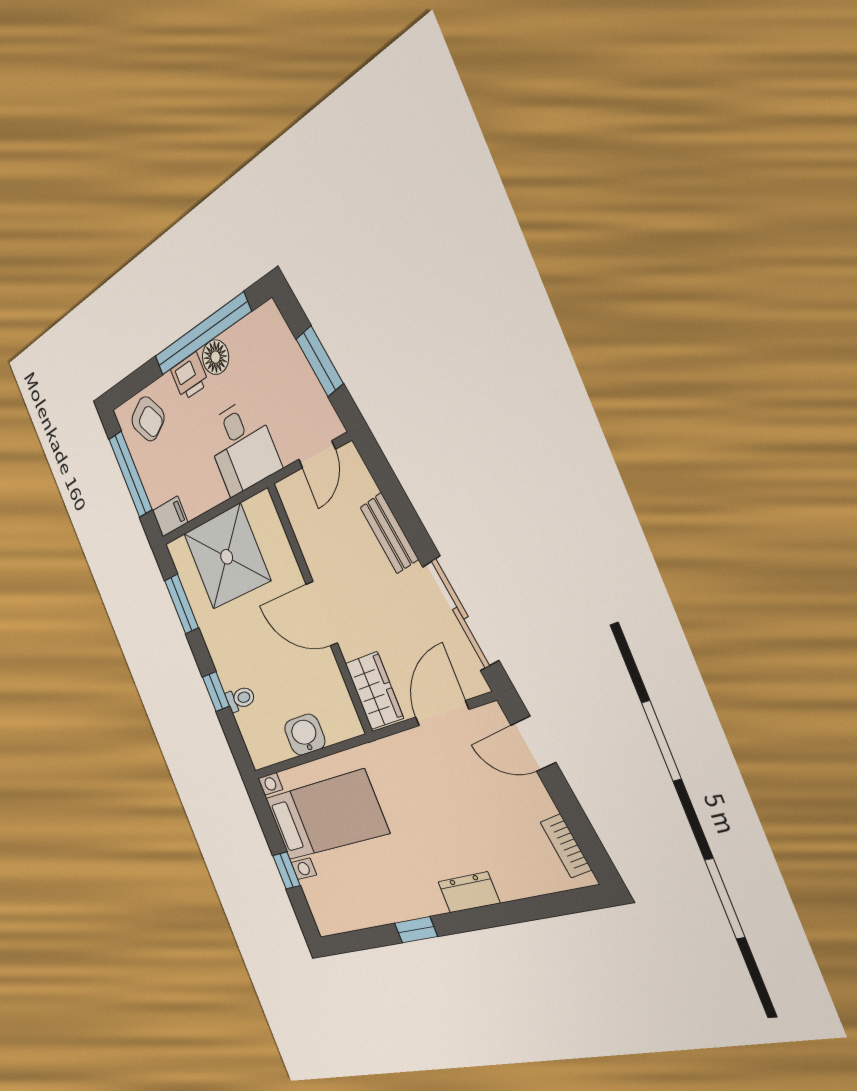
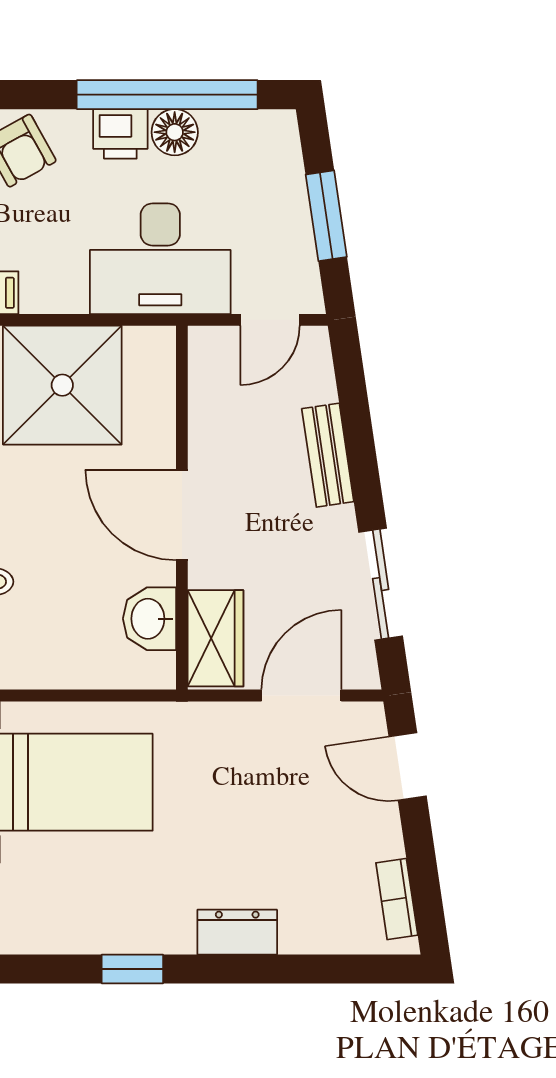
desk: (242, 447) -> (160, 259), width x1.37
sliding door: (460, 613) -> (381, 584), width x0.73
washbasin: (305, 735) -> (149, 619), moved, turned -90

